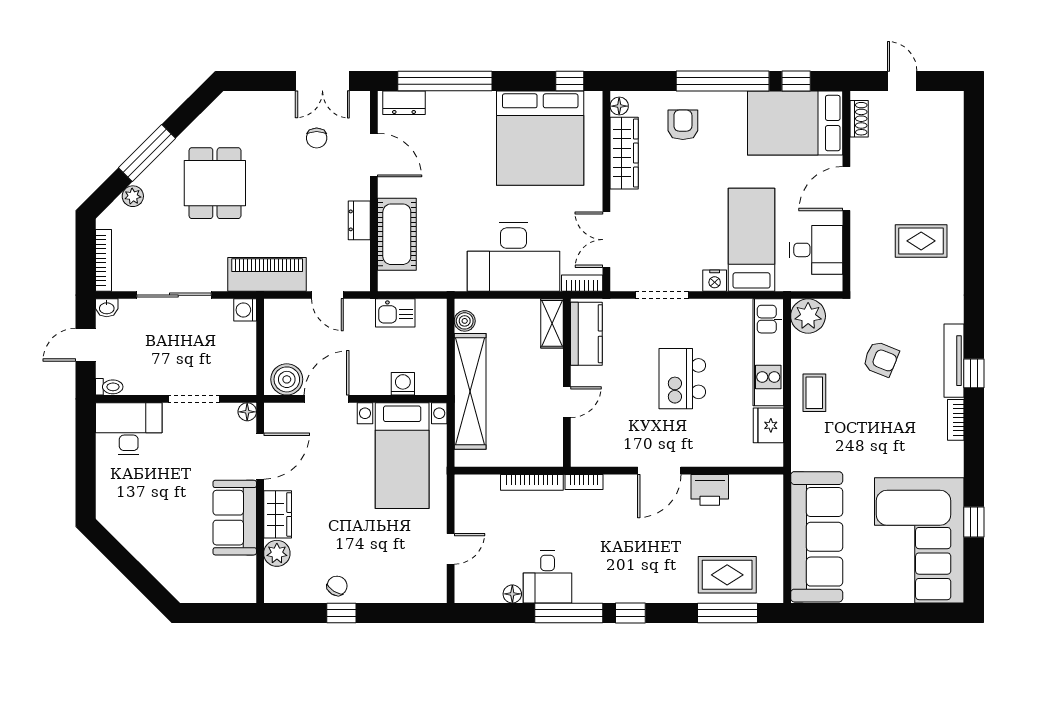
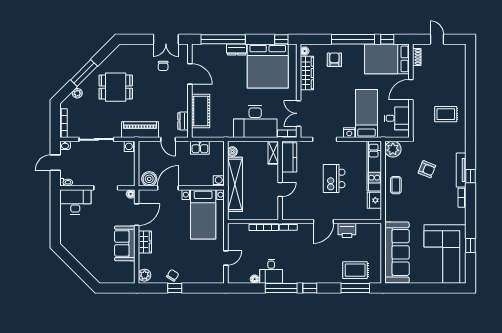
dresser: (404, 103) -> (237, 49), moved
dining table: (215, 183) -> (116, 87), turned 90
dresser: (359, 220) -> (183, 121), moved
washing machine: (403, 384) -> (219, 181), moved
plant: (277, 553) -> (145, 275), moved

